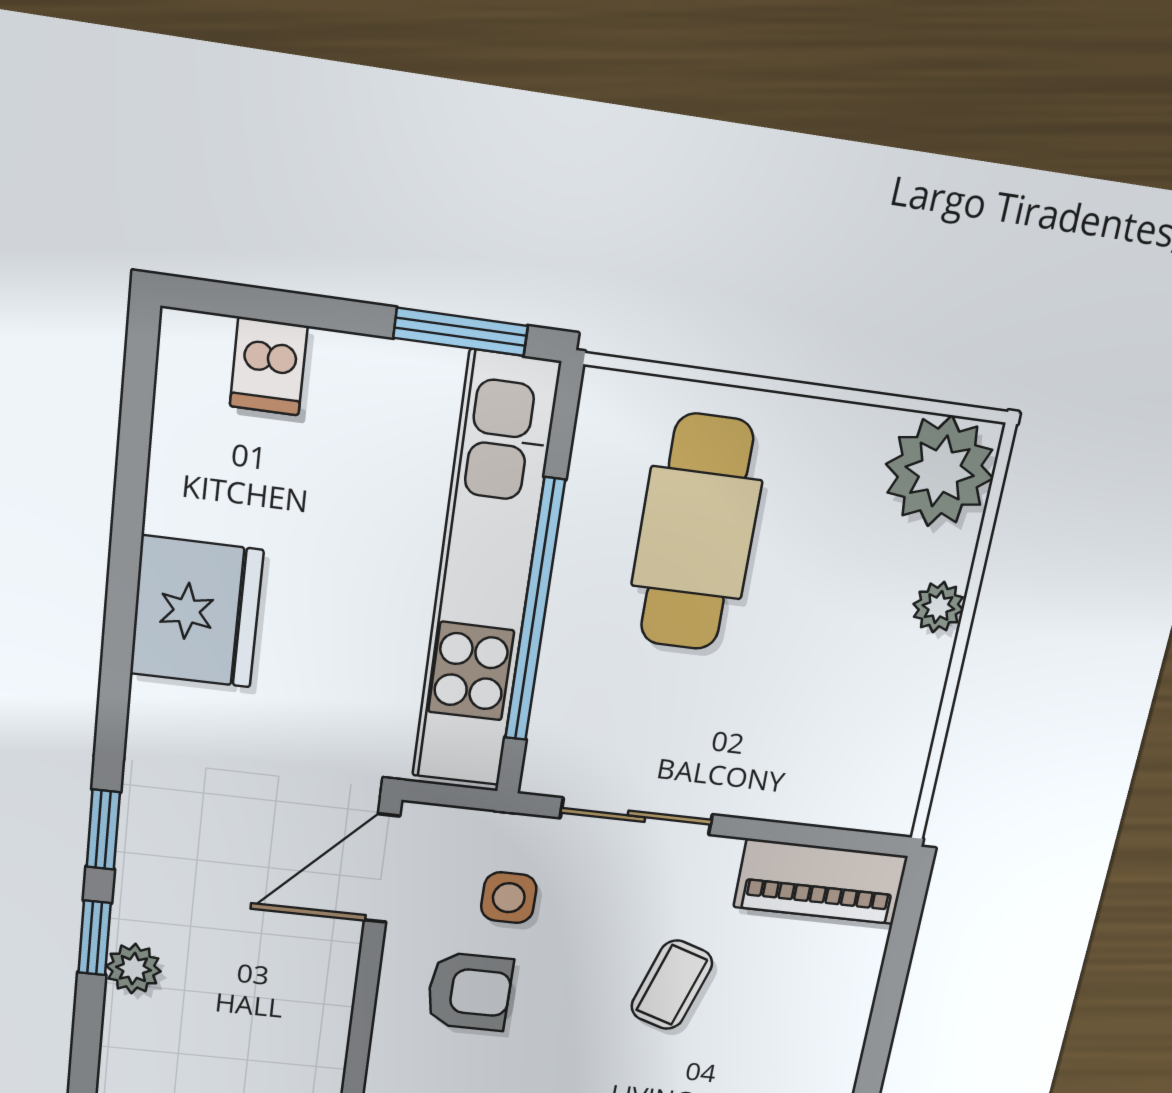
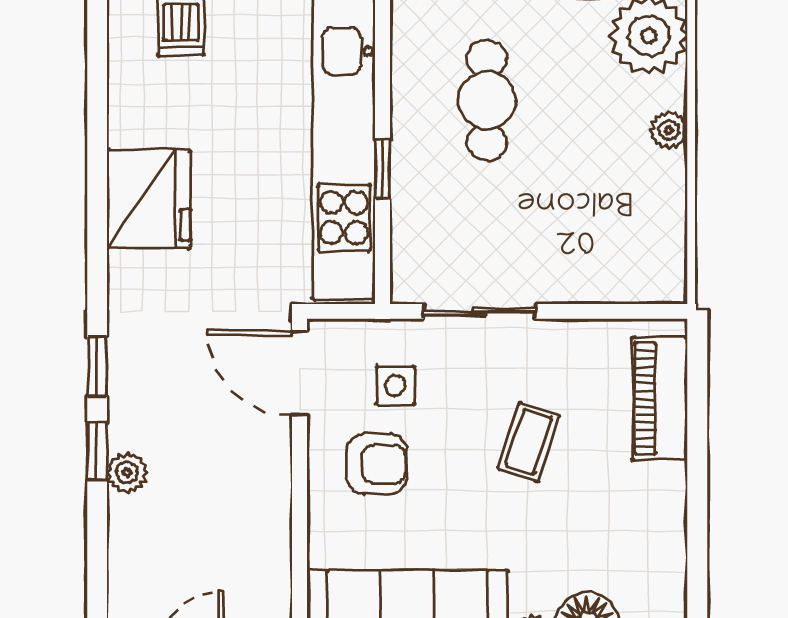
cafe table: (697, 533) -> (487, 100), width x0.73, depth x0.74
window: (535, 611) -> (382, 169), width x0.32
door: (382, 868) -> (300, 373), hinge flipped
piano: (820, 882) -> (660, 398), moved, turned 90

